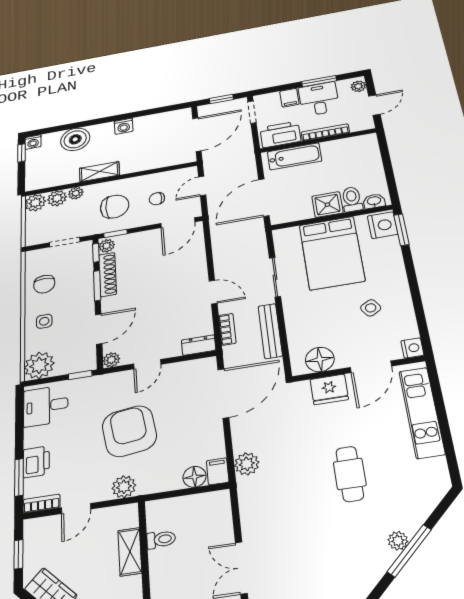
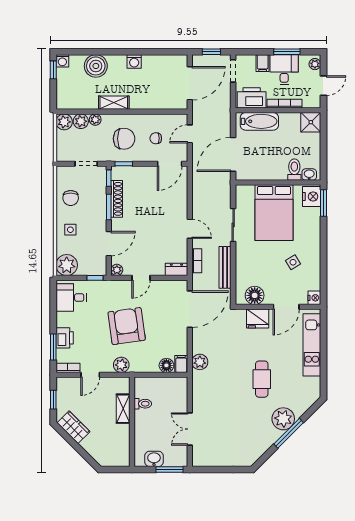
shower: (327, 205) -> (311, 122), moved
plant: (107, 246) -> (117, 173), removed
plant: (398, 541) -> (283, 419), width x1.87, depth x1.87

